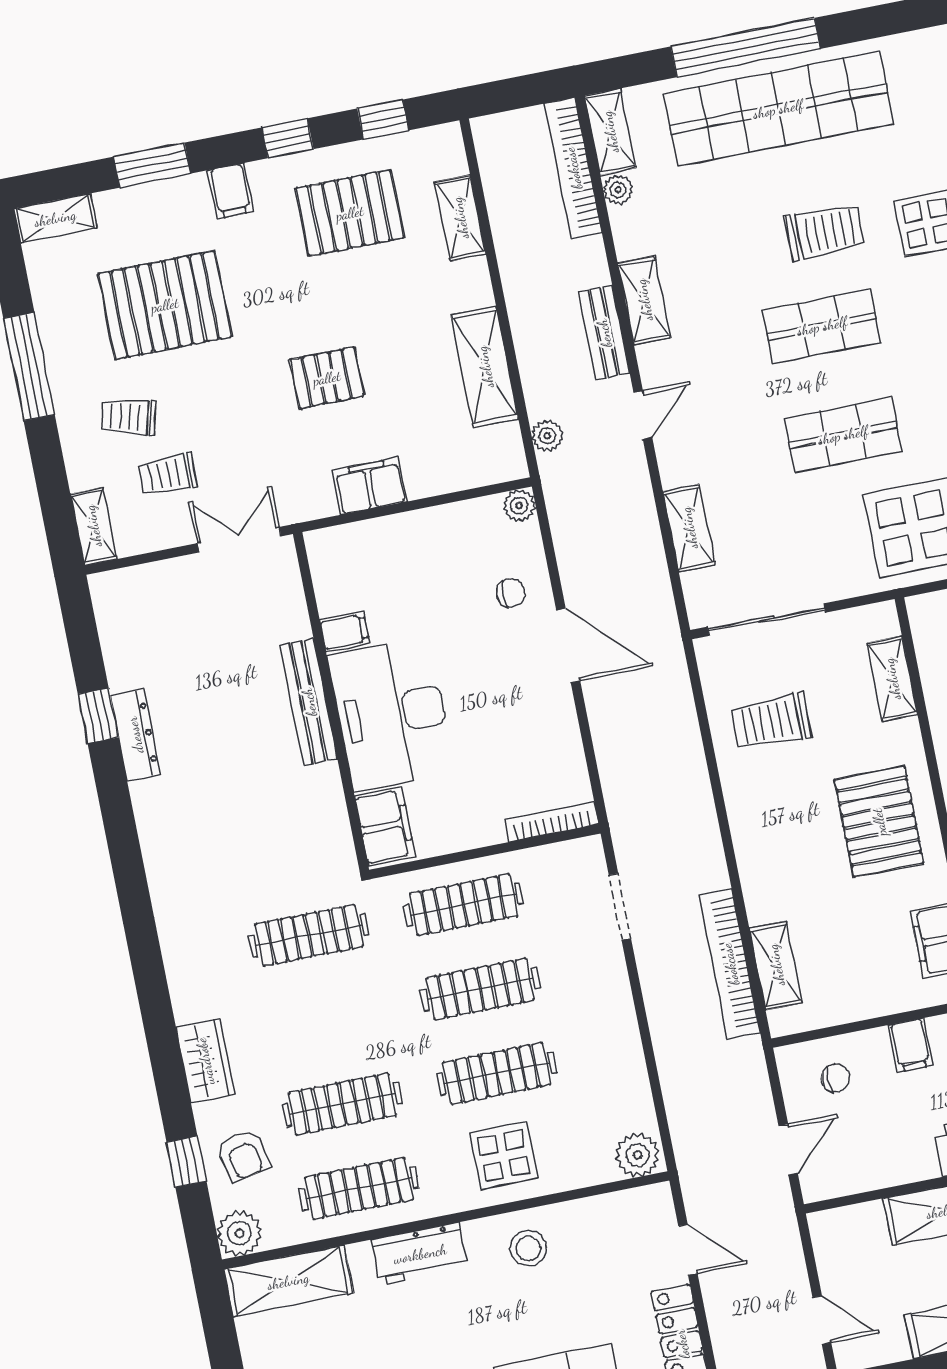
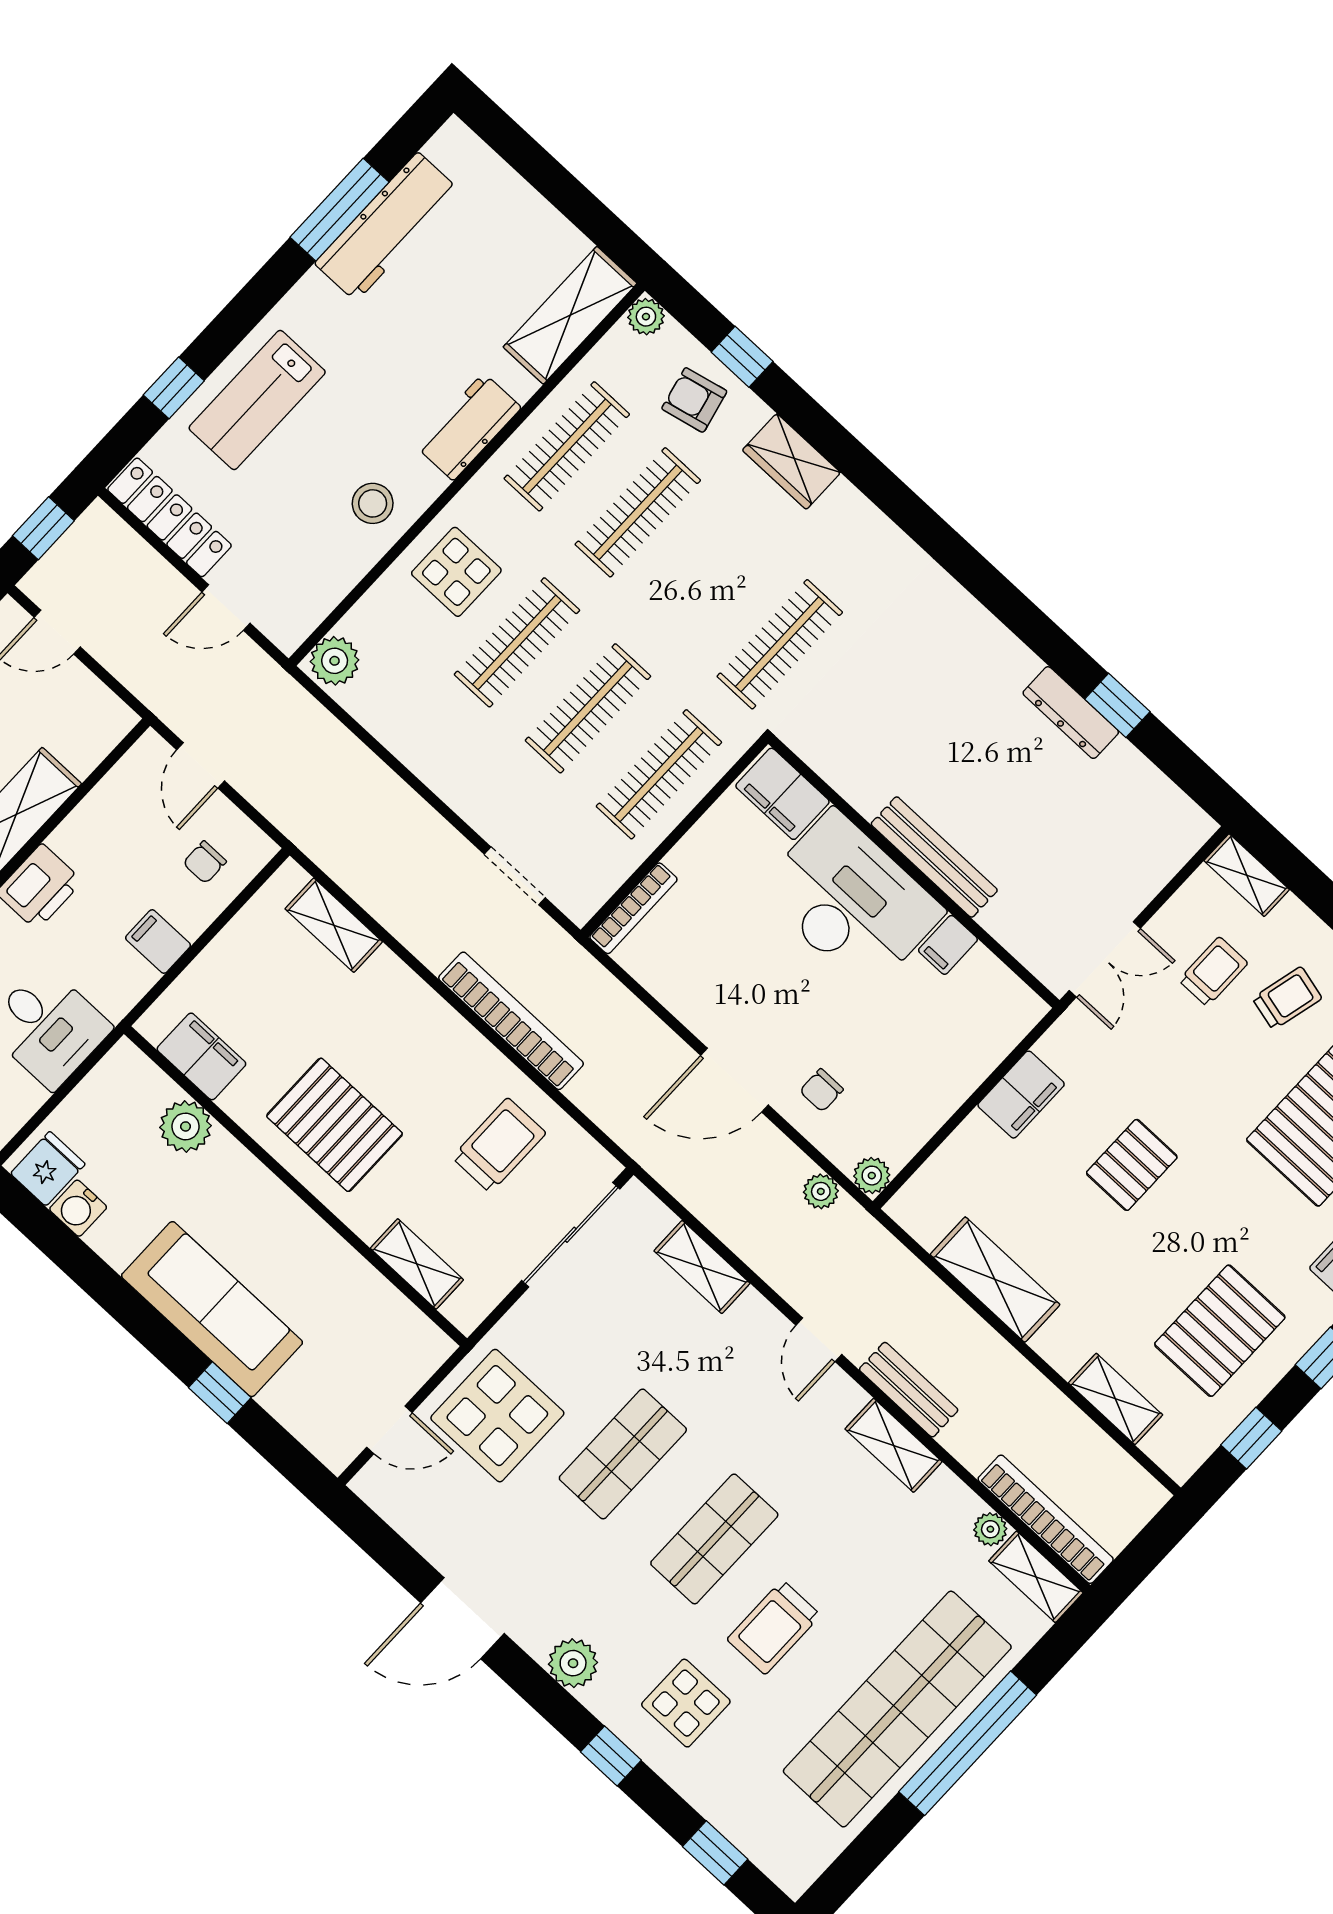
plant: (547, 436) -> (821, 1191), moved
bookcase: (730, 964) -> (511, 1021), moved
plant: (239, 1233) -> (646, 317), width x0.73, depth x0.73

